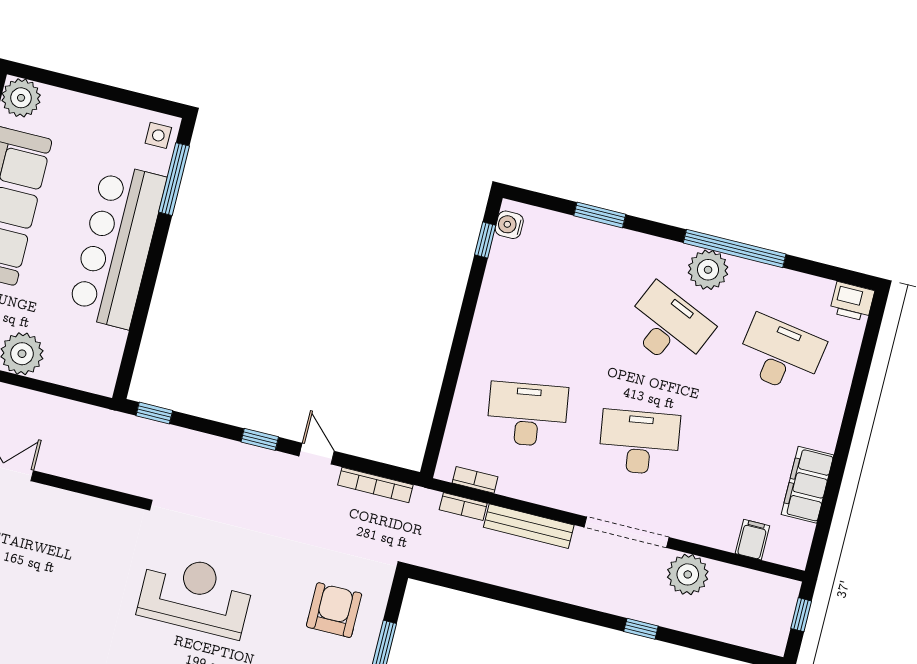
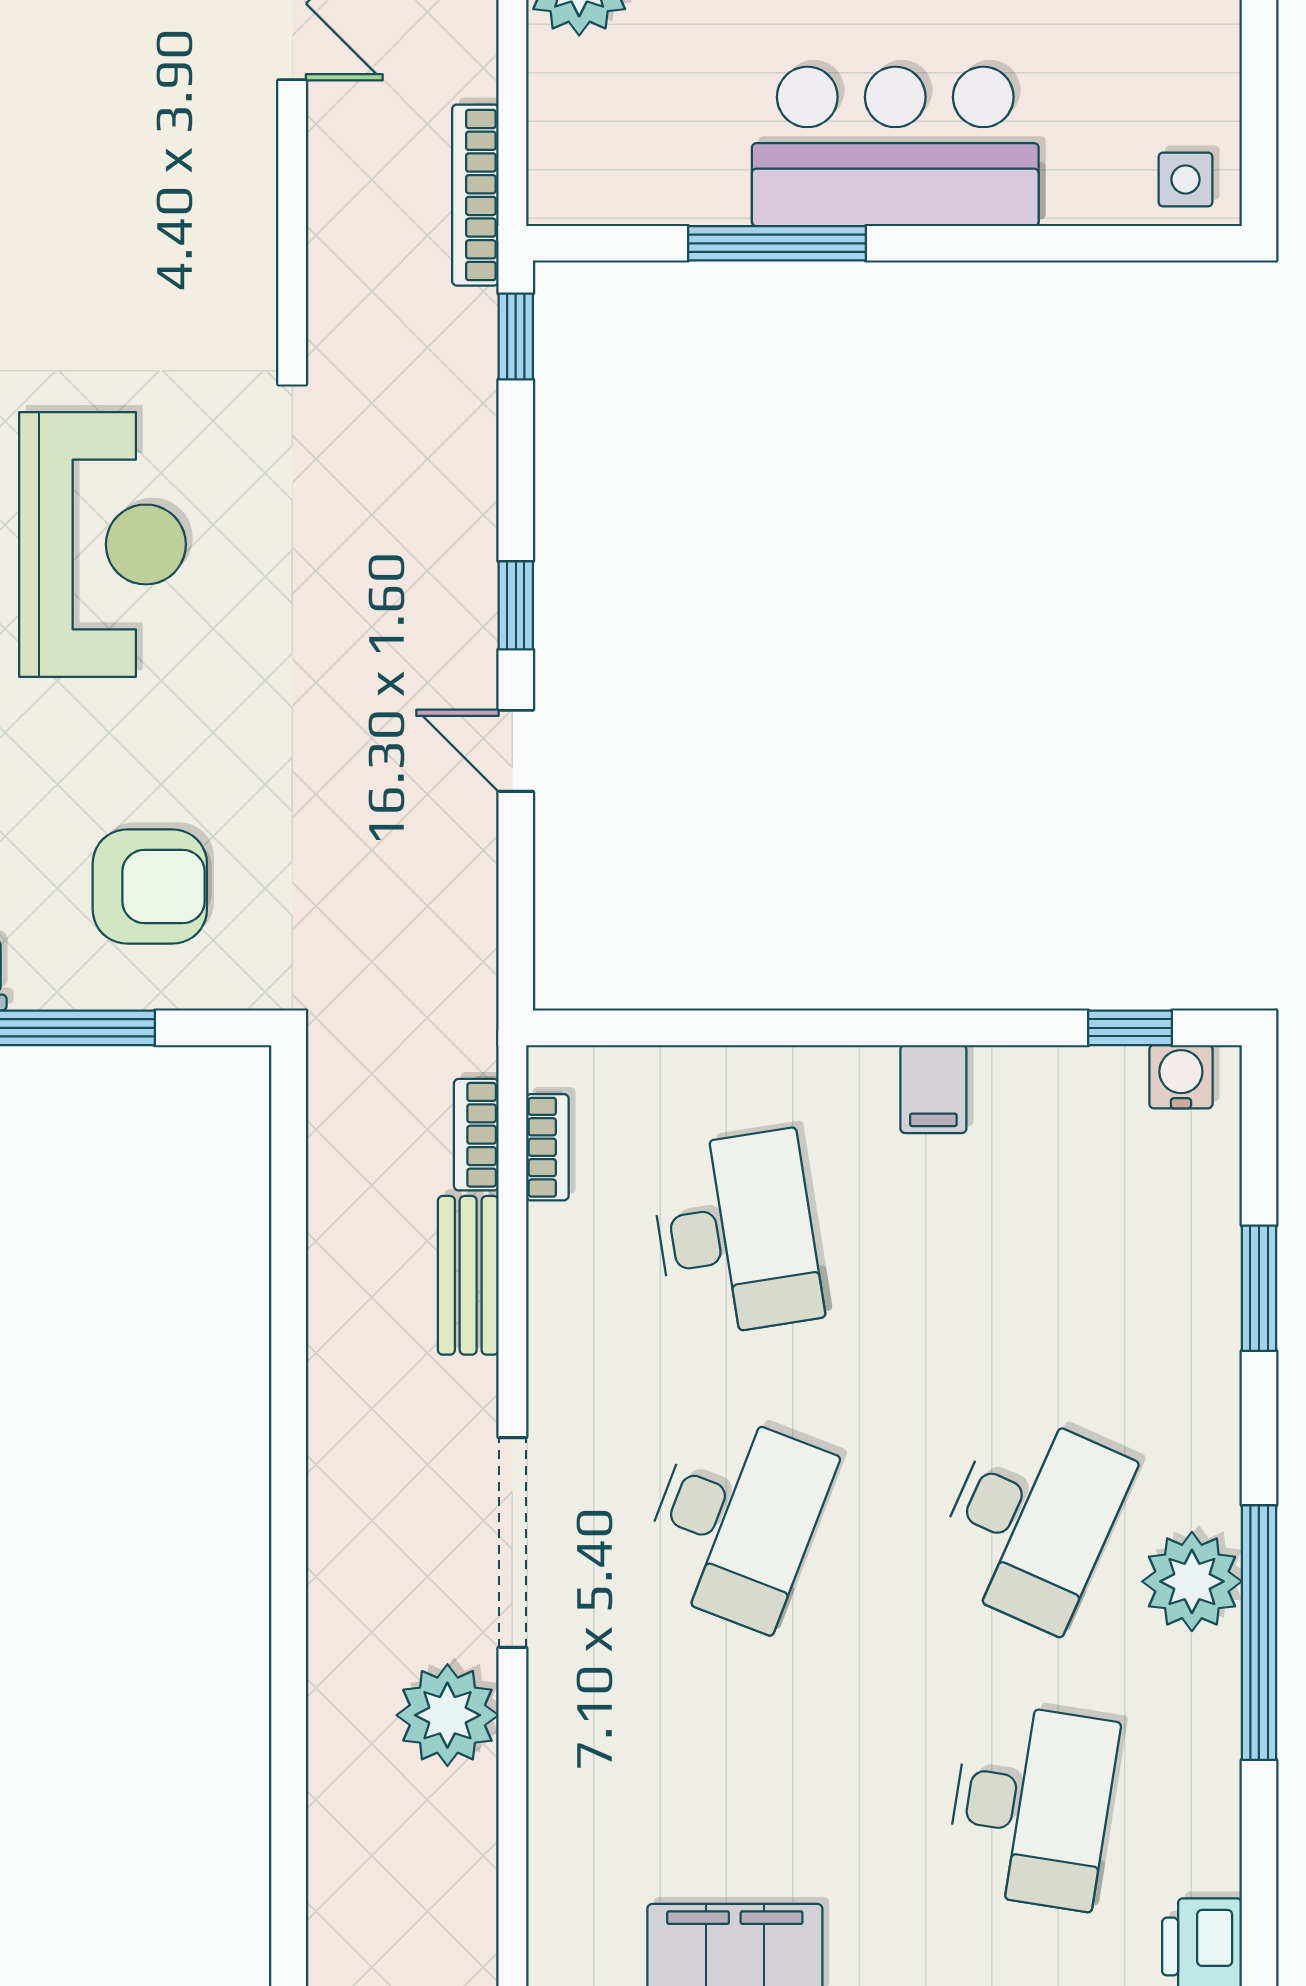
window: (174, 179) -> (777, 243), moved
bar counter: (117, 246) -> (895, 146), width x0.73
desk: (639, 442) -> (736, 1520), turned 30
door: (317, 454) -> (516, 751), swing flipped
bookcase: (375, 485) -> (475, 195), moved
bench: (529, 526) -> (468, 1275), width x0.73
filing cabinet: (752, 540) -> (933, 1089), moved, turned 90
window: (641, 629) -> (289, 1635), removed

